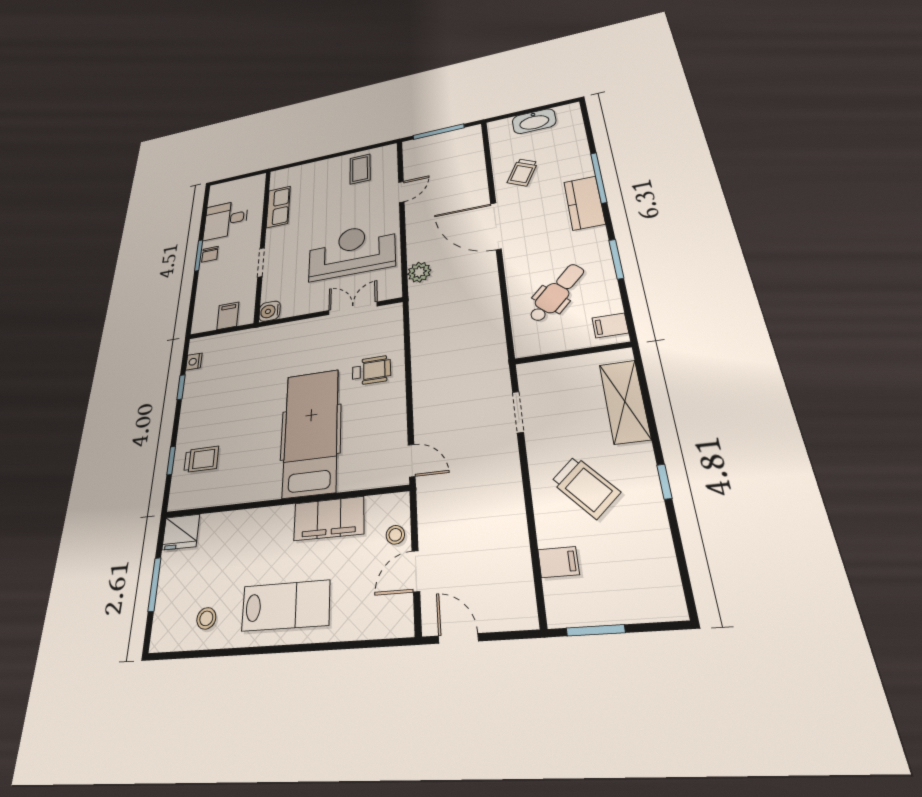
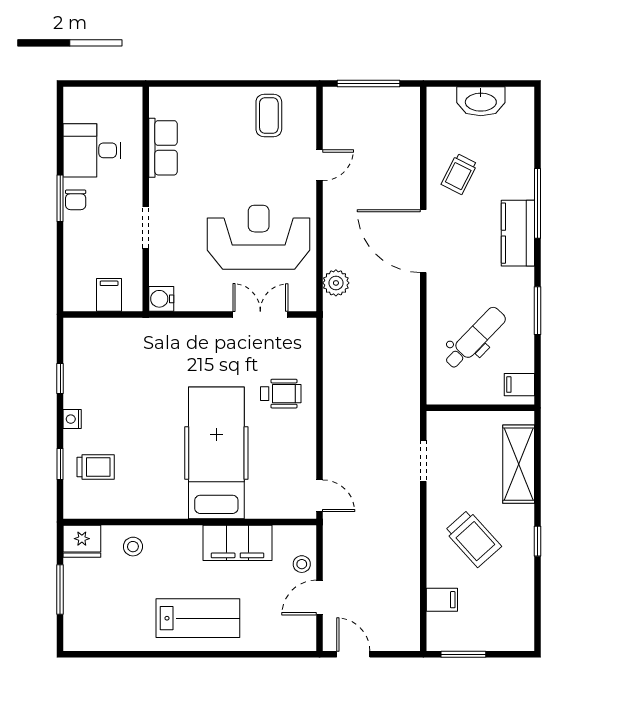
nightstand: (194, 362) -> (72, 419), moved
stool: (206, 618) -> (133, 547), moved

